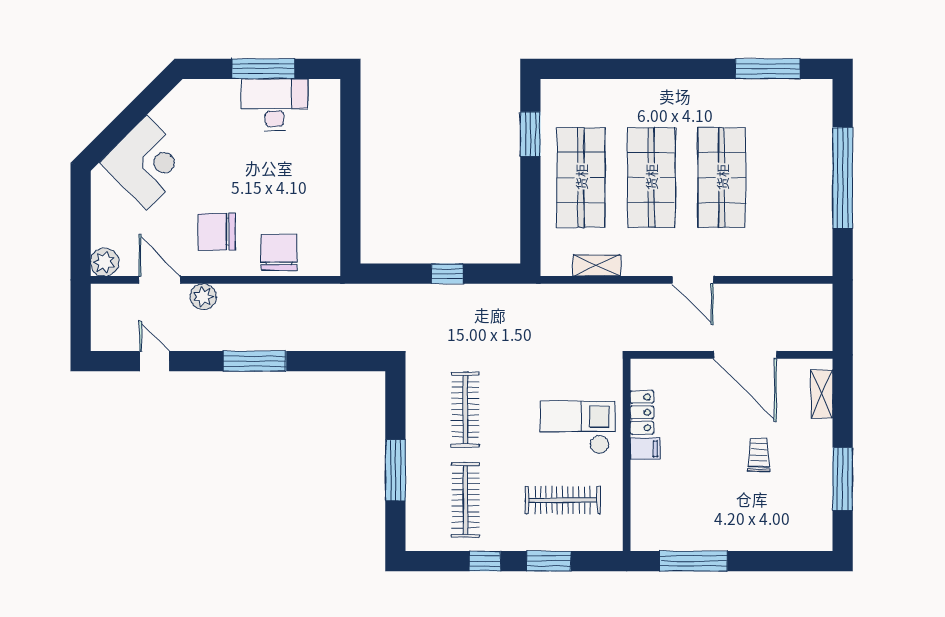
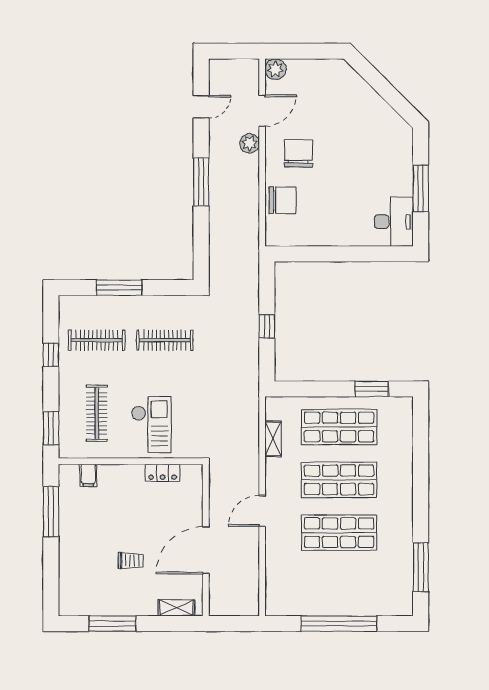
desk: (275, 105) -> (394, 222), moved
corner desk: (147, 163) -> (350, 101), removed
filing cabinet: (645, 449) -> (88, 475), moved
window: (549, 561) -> (51, 428), moved

